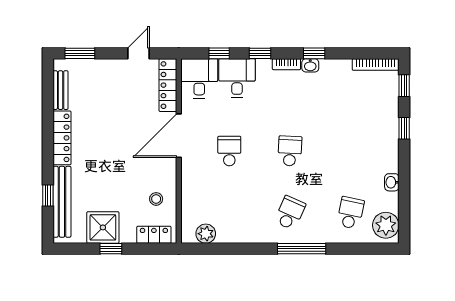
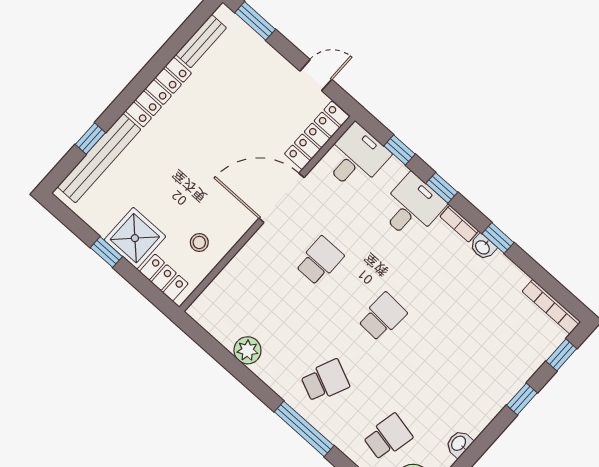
desk: (237, 78) -> (412, 207), moved
shower: (103, 227) -> (135, 238), moved
plant: (206, 234) -> (247, 350), moved

